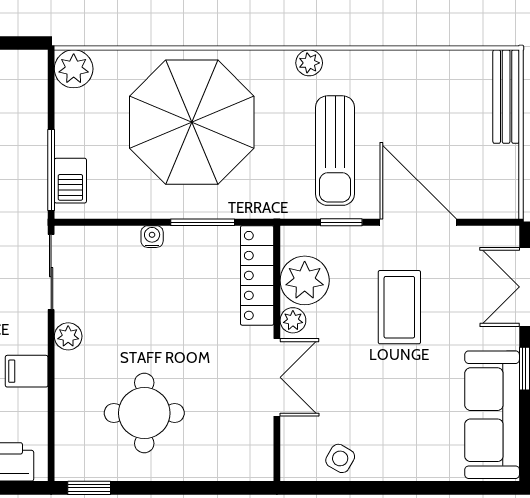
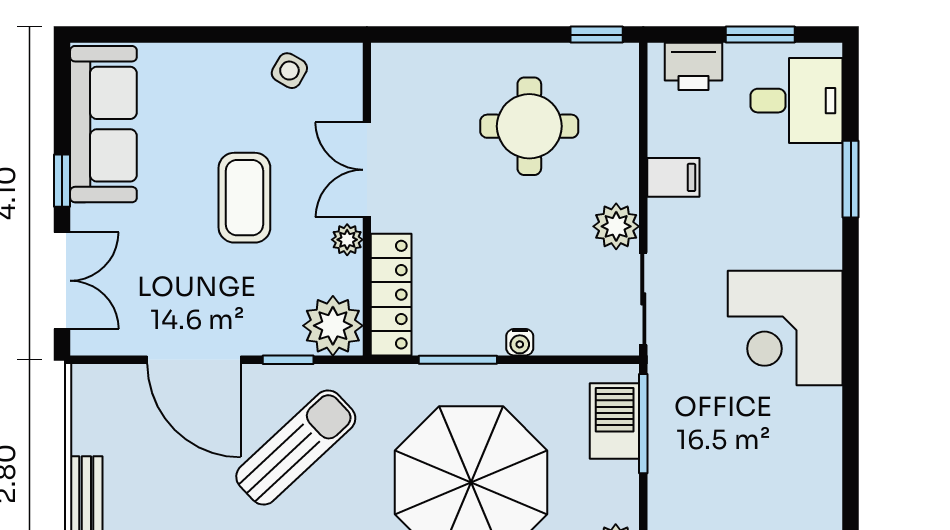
sun lounger: (335, 151) -> (296, 447), turned 47
barbecue: (70, 181) -> (615, 421), width x1.38, depth x1.27
plant: (305, 280) -> (333, 326), moved
coffee table: (399, 307) -> (244, 198), moved
plant: (68, 336) -> (616, 226), width x1.38, depth x1.38

